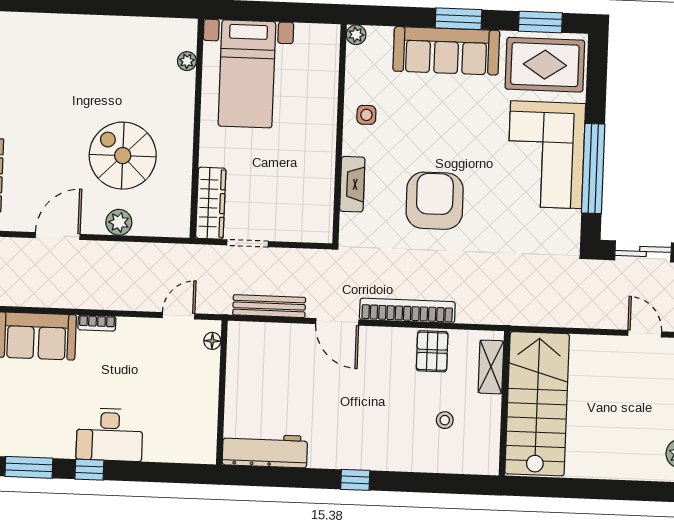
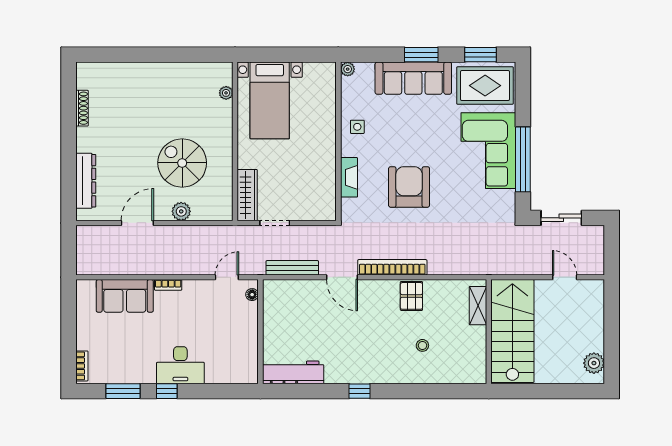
shelving: (491, 367) -> (478, 306), moved
wall: (504, 403) -> (489, 332), moved
stairs: (537, 404) -> (512, 331), moved

